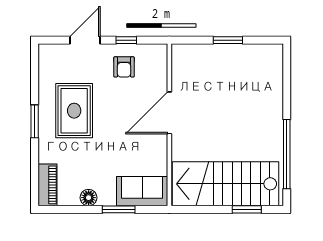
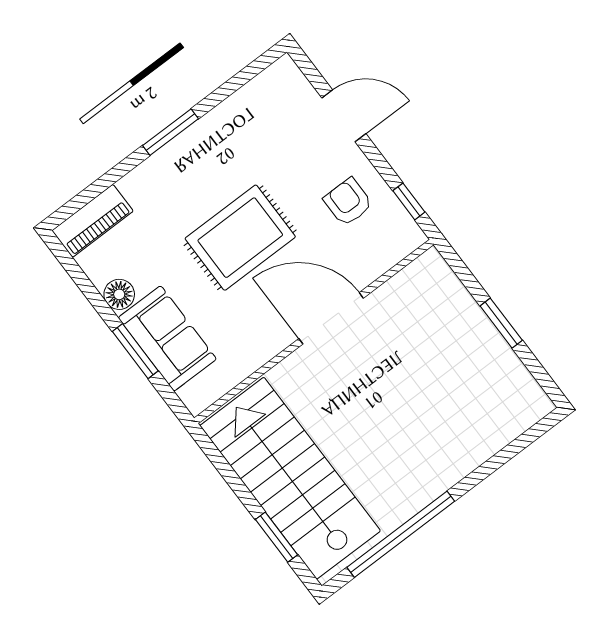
window: (126, 40) -> (409, 201), moved
armchair: (124, 67) -> (348, 202), turned 90
rug: (74, 111) -> (240, 238), moved
sofa: (142, 191) -> (167, 338), moved

